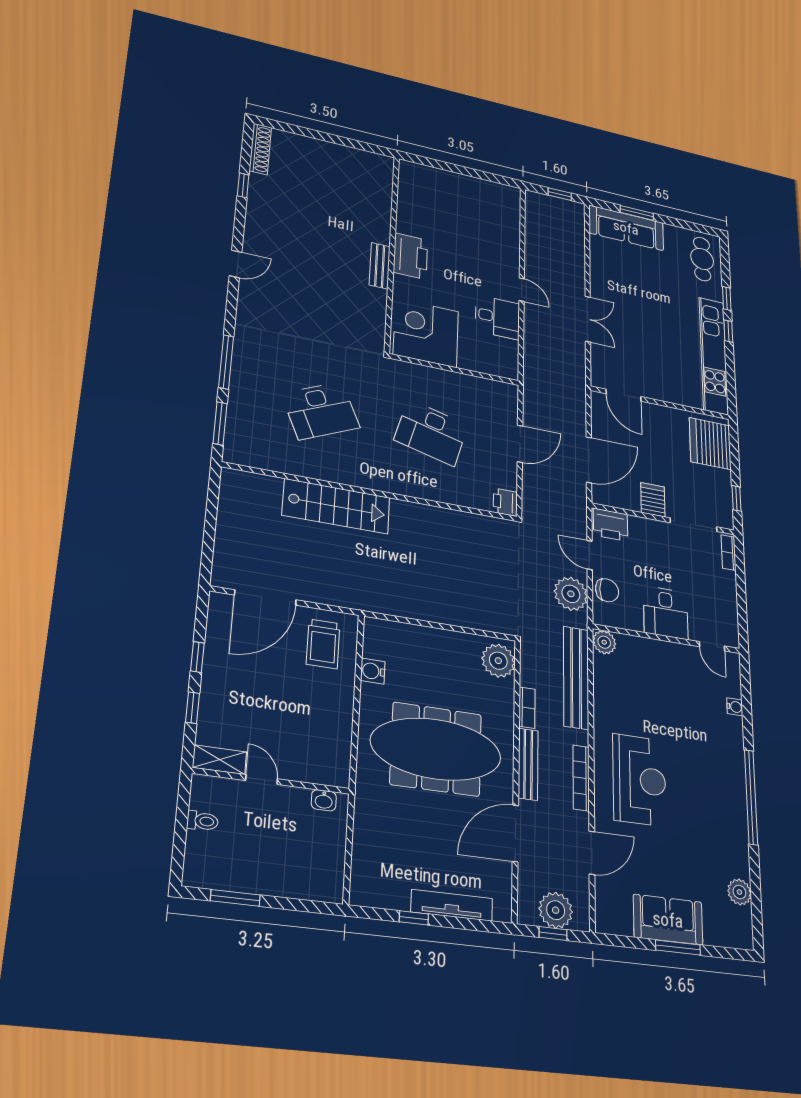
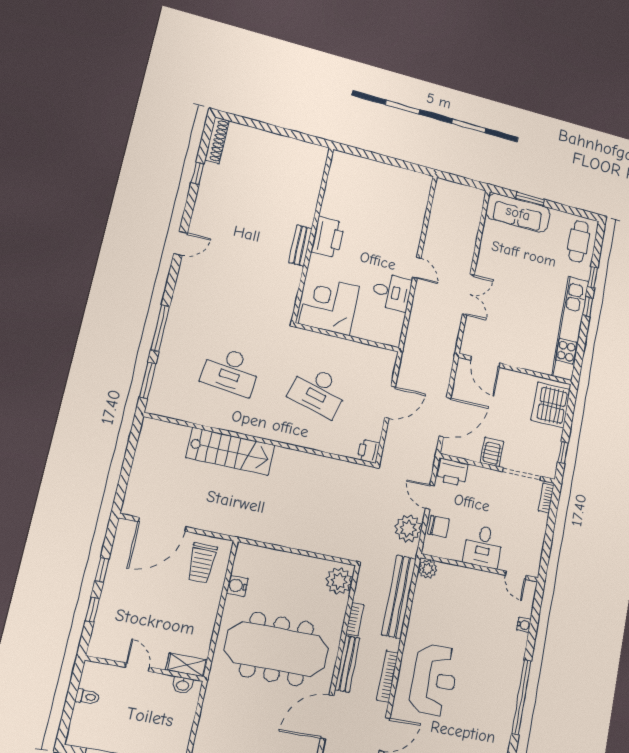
window: (560, 194) -> (466, 182), removed
desk: (321, 411) -> (231, 371), turned 30
shelving: (220, 760) -> (187, 665), moved

